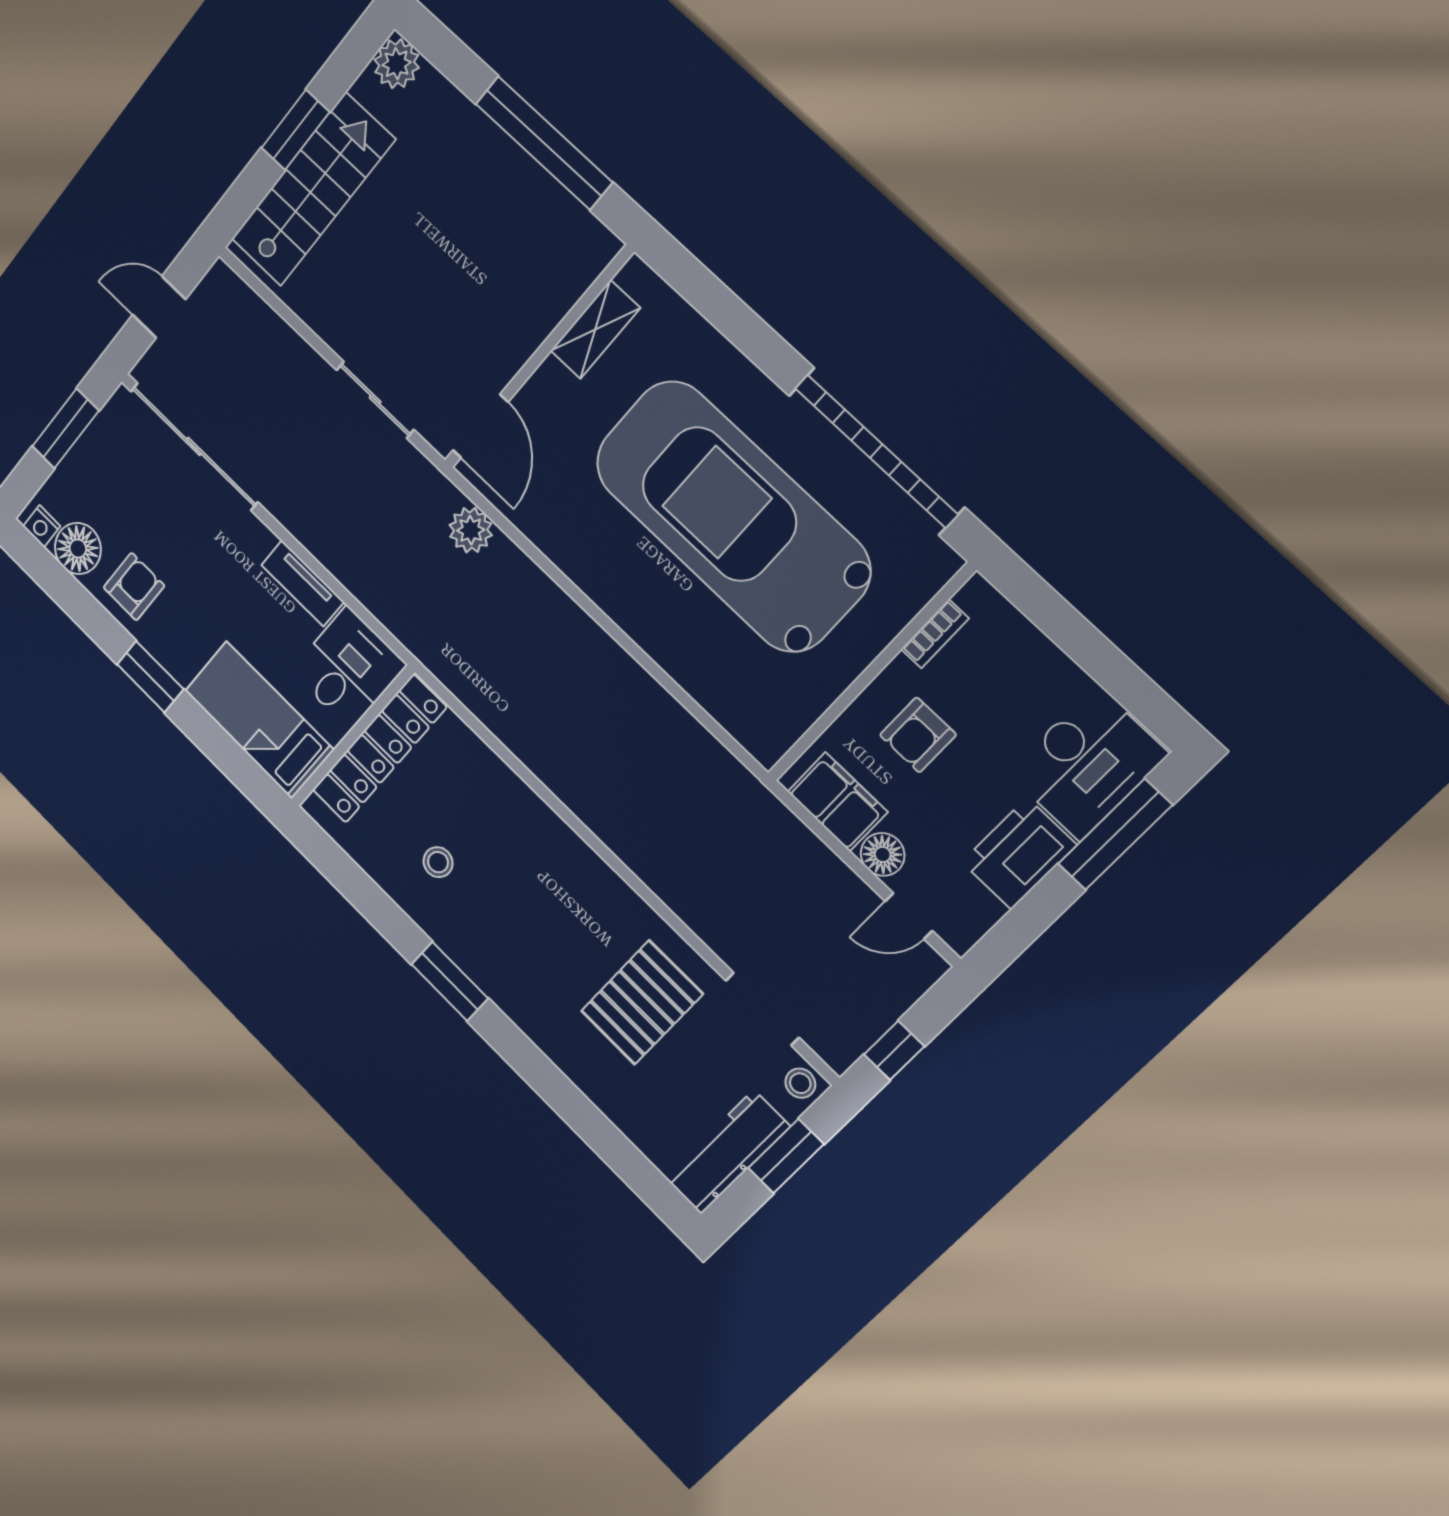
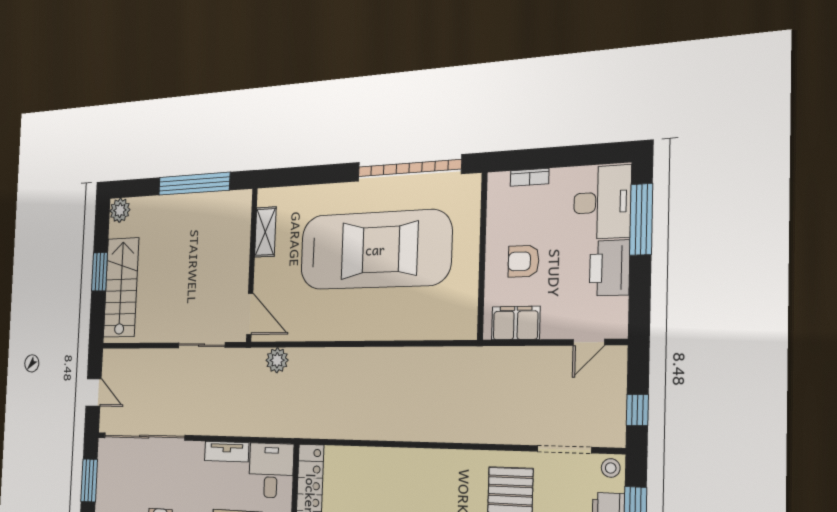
door: (159, 307) -> (94, 392), swing flipped
car: (732, 516) -> (375, 250), turned 180
bookcase: (935, 634) -> (530, 177), moved, turned 90
armchair: (918, 735) -> (524, 261), turned 90
floor lamp: (883, 854) -> (554, 326), removed

